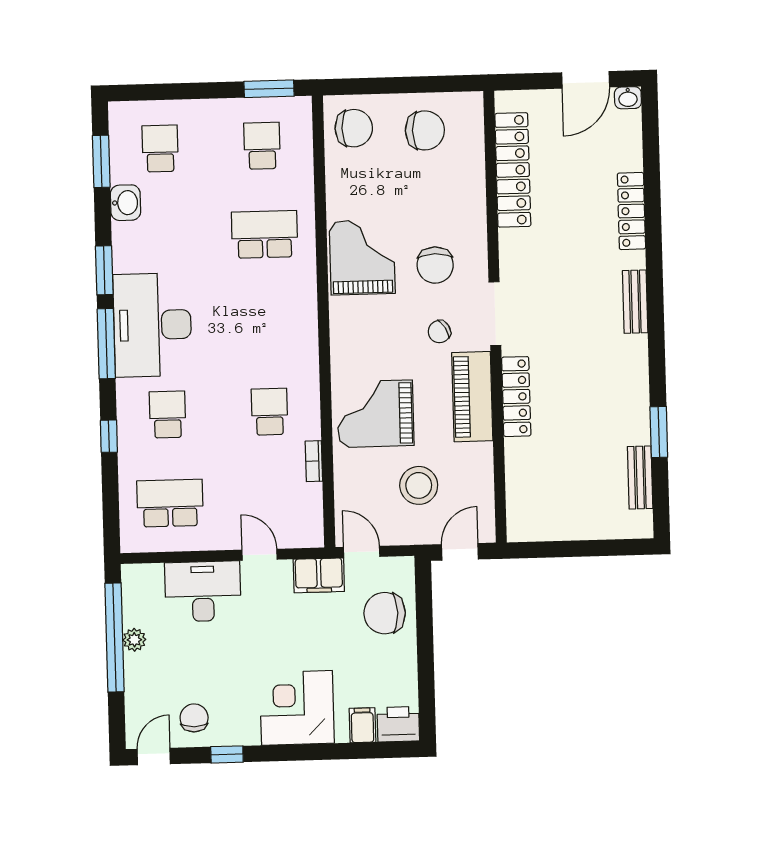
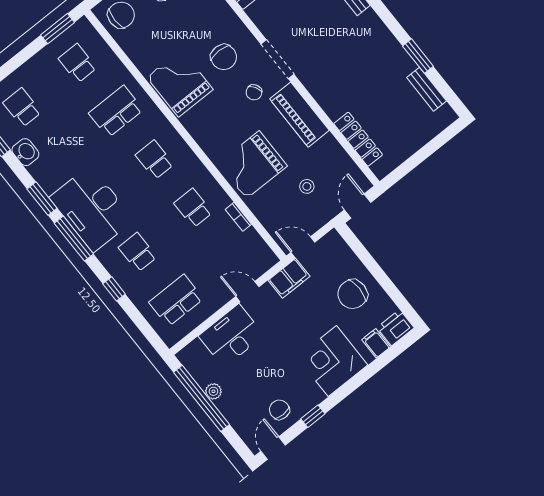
school desk: (267, 323) -> (155, 160), added
locker: (516, 397) -> (358, 139), moved
stool: (419, 485) -> (307, 186), width x0.53, depth x0.53
chair: (385, 613) -> (353, 294), moved

